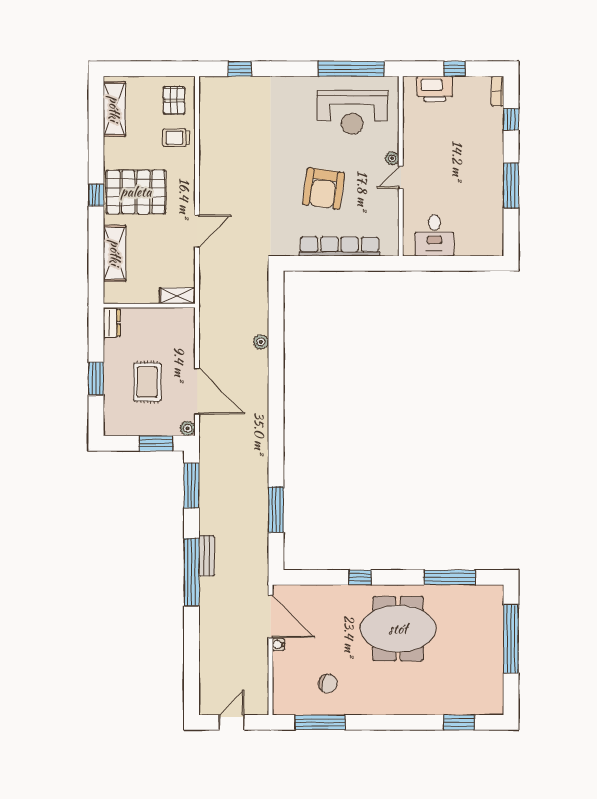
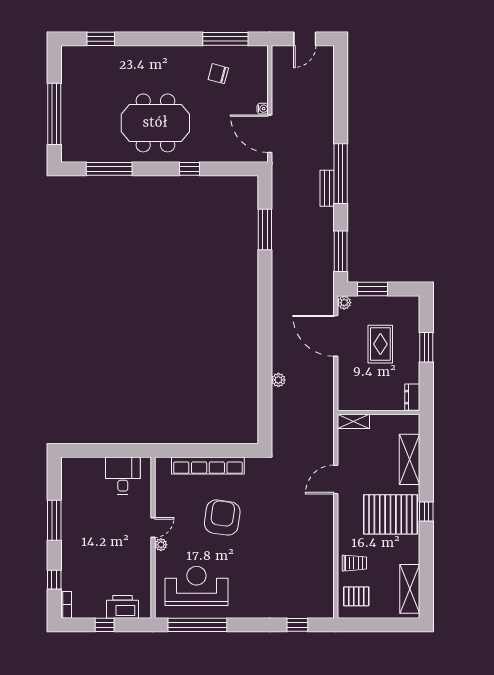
pallet: (174, 101) -> (356, 596), turned 90

